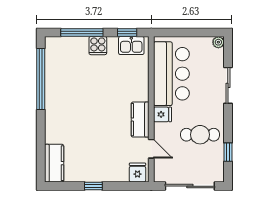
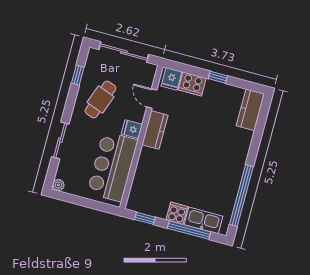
kitchen sink: (131, 46) -> (204, 220), moved, width x1.38
cafe table: (200, 135) -> (100, 99), turned -70
cooker: (116, 173) -> (192, 84), added

